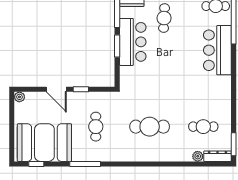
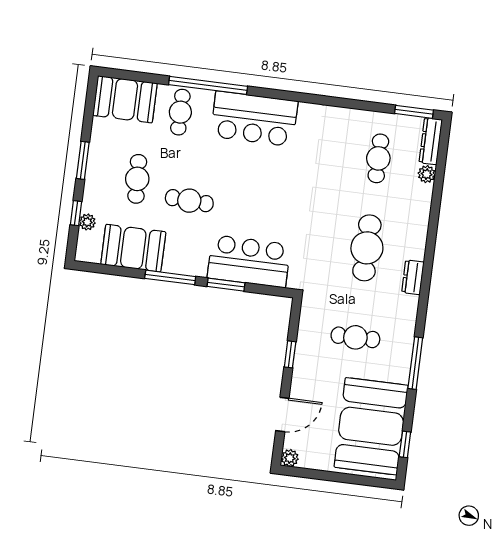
bar counter: (133, 42) -> (249, 261), moved
door: (56, 89) -> (282, 415), moved
dresser: (136, 156) -> (413, 277), added

